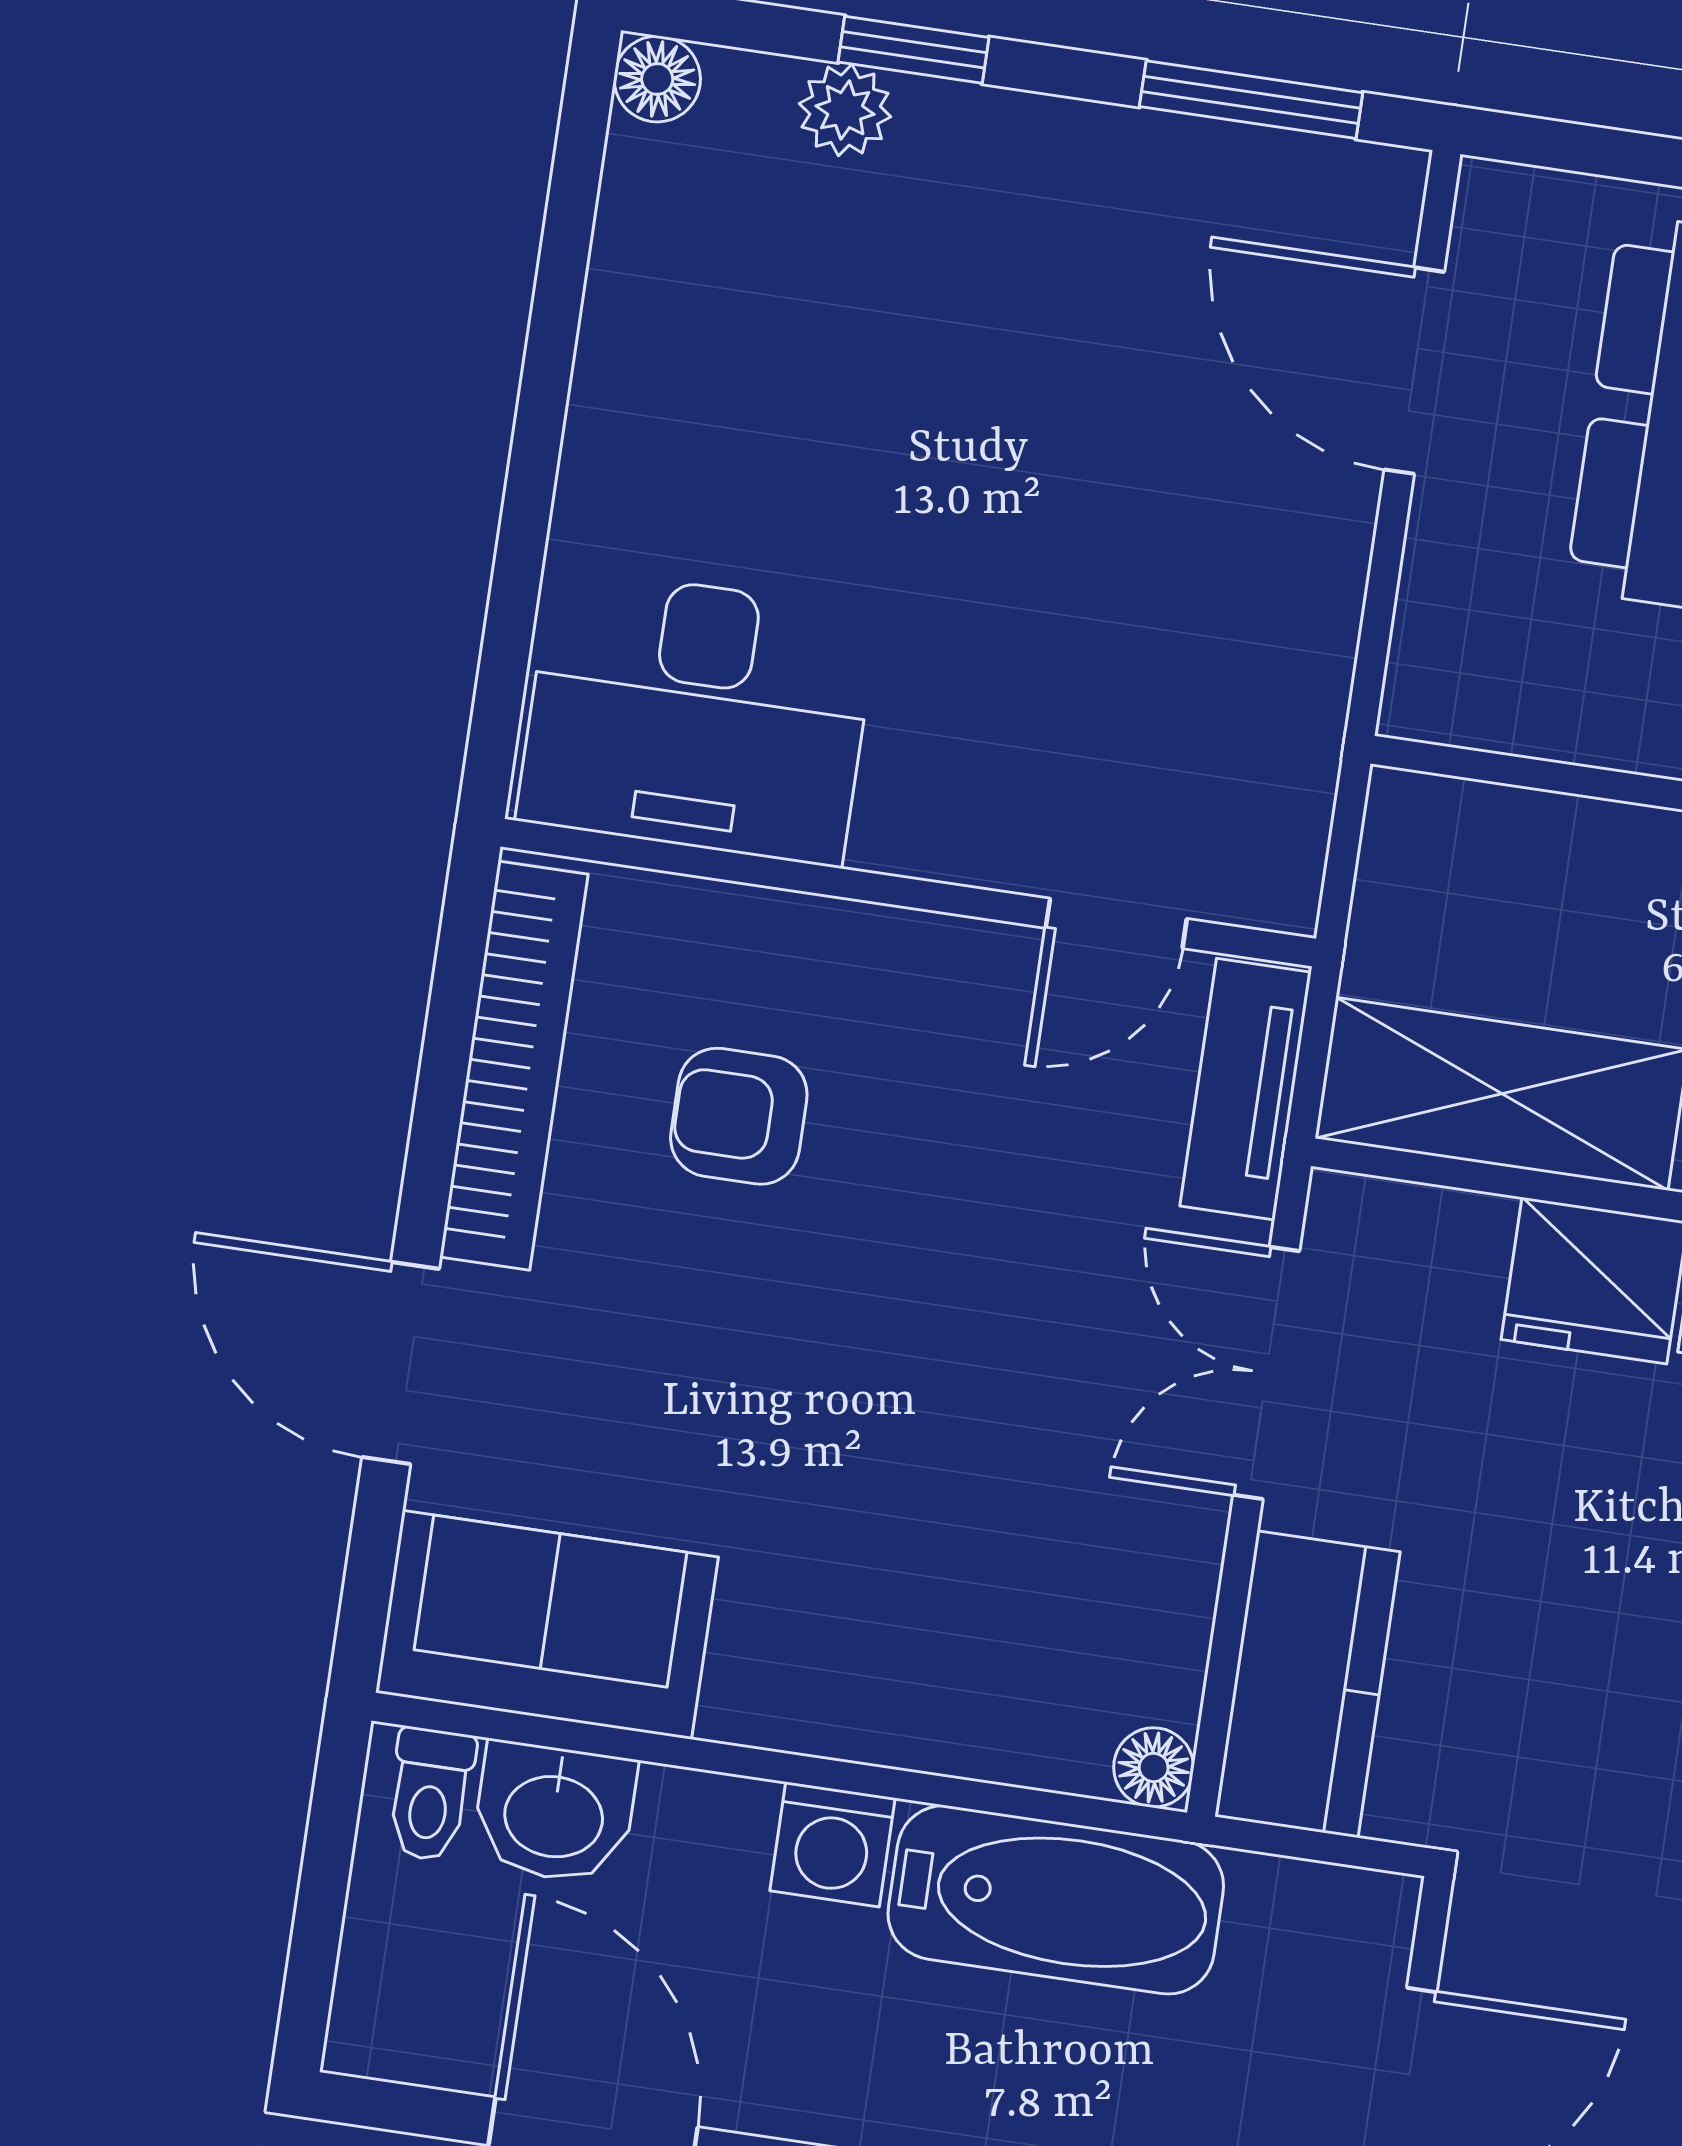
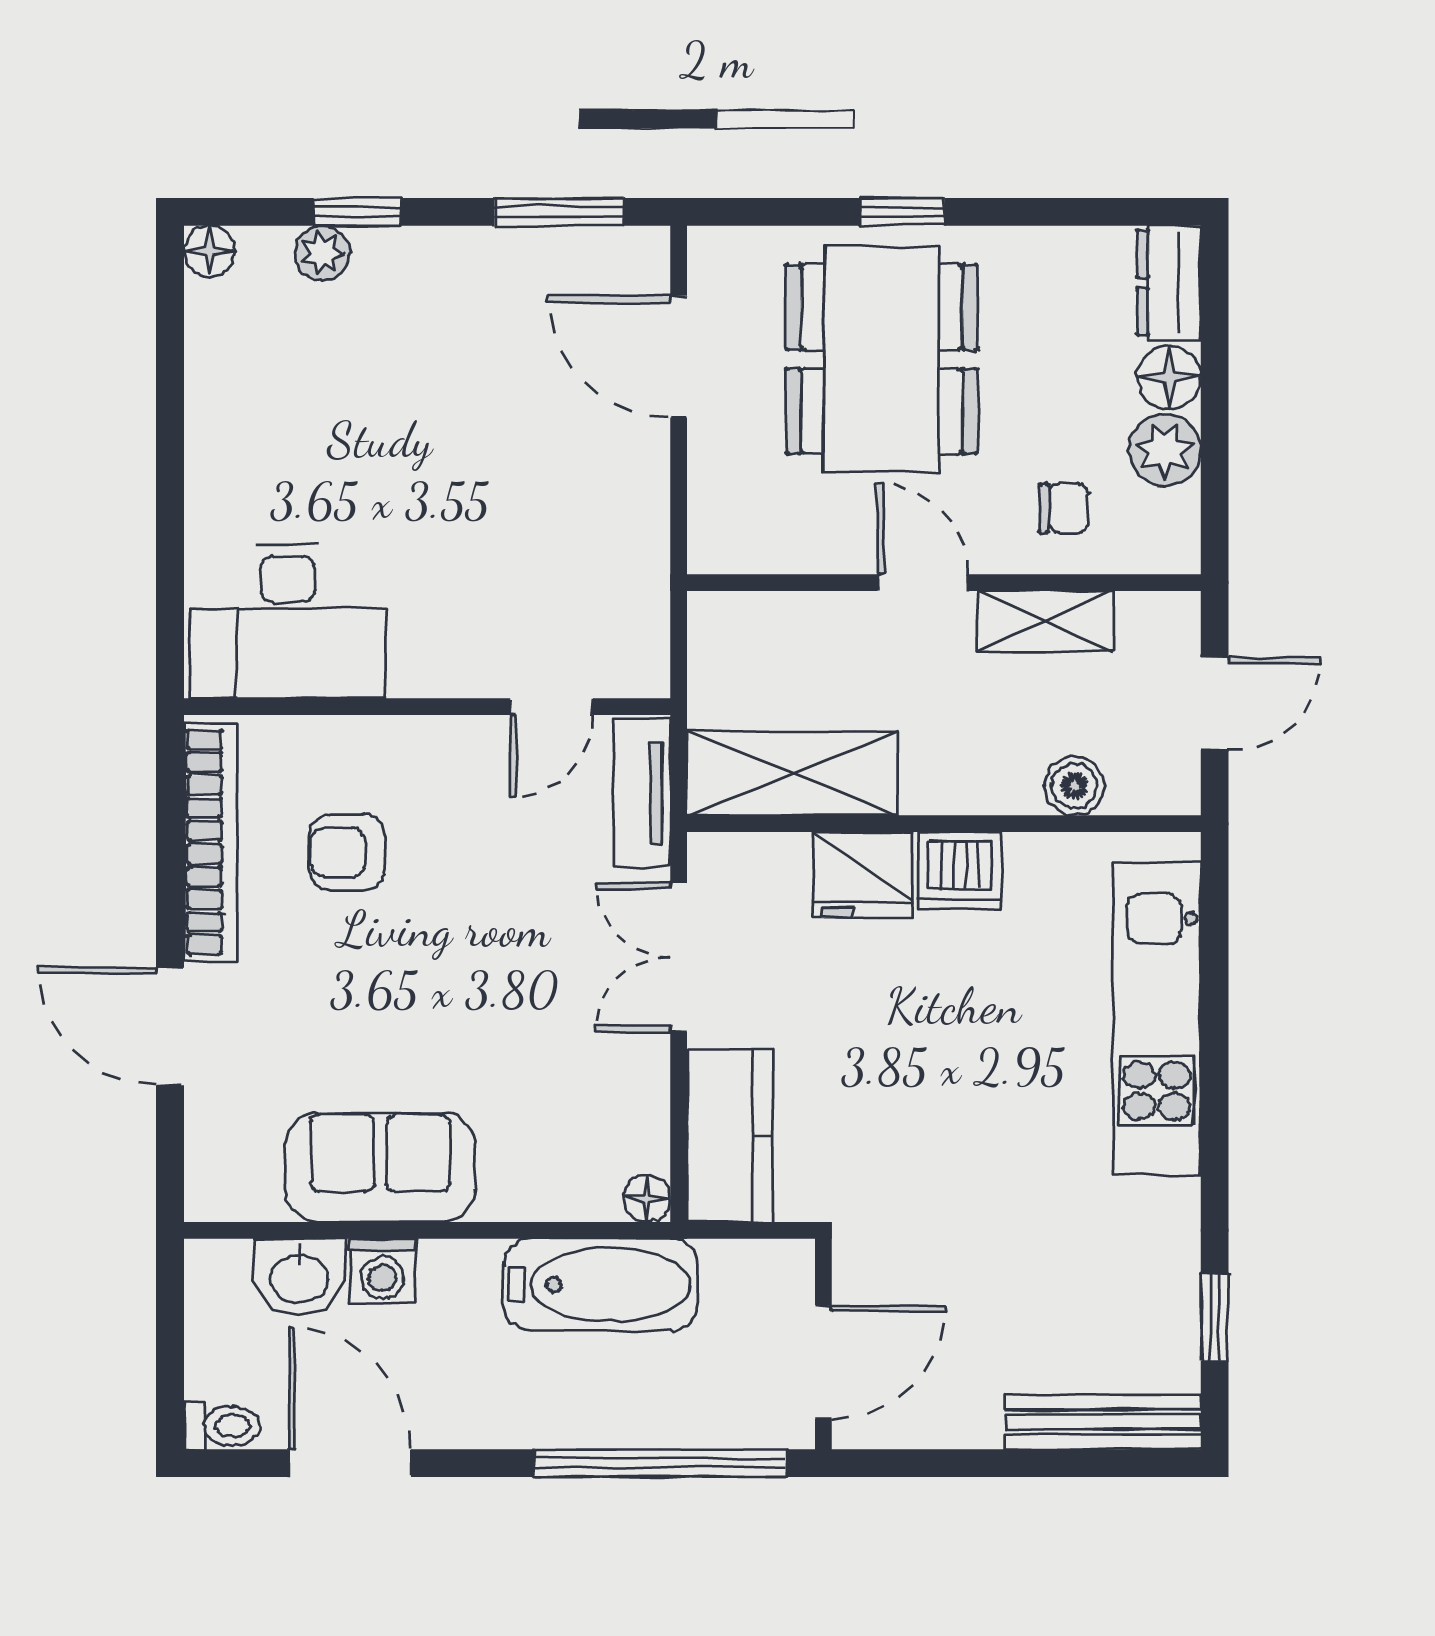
sofa: (547, 1625) -> (380, 1167), moved
toilet: (430, 1794) -> (222, 1426), moved, turned -90
washing machine: (833, 1844) -> (383, 1271), moved

